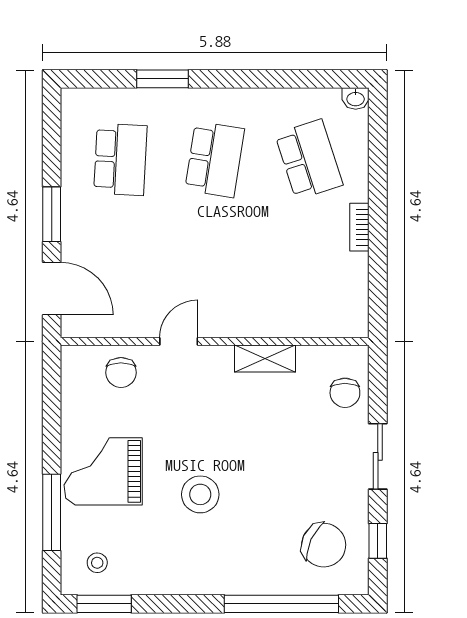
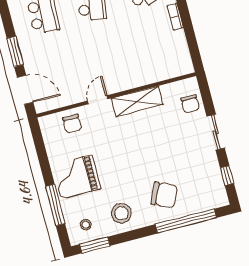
shelving: (265, 359) -> (137, 101), width x1.50, depth x1.33
stool: (200, 494) -> (121, 213), moved
chair: (324, 545) -> (164, 195), moved

